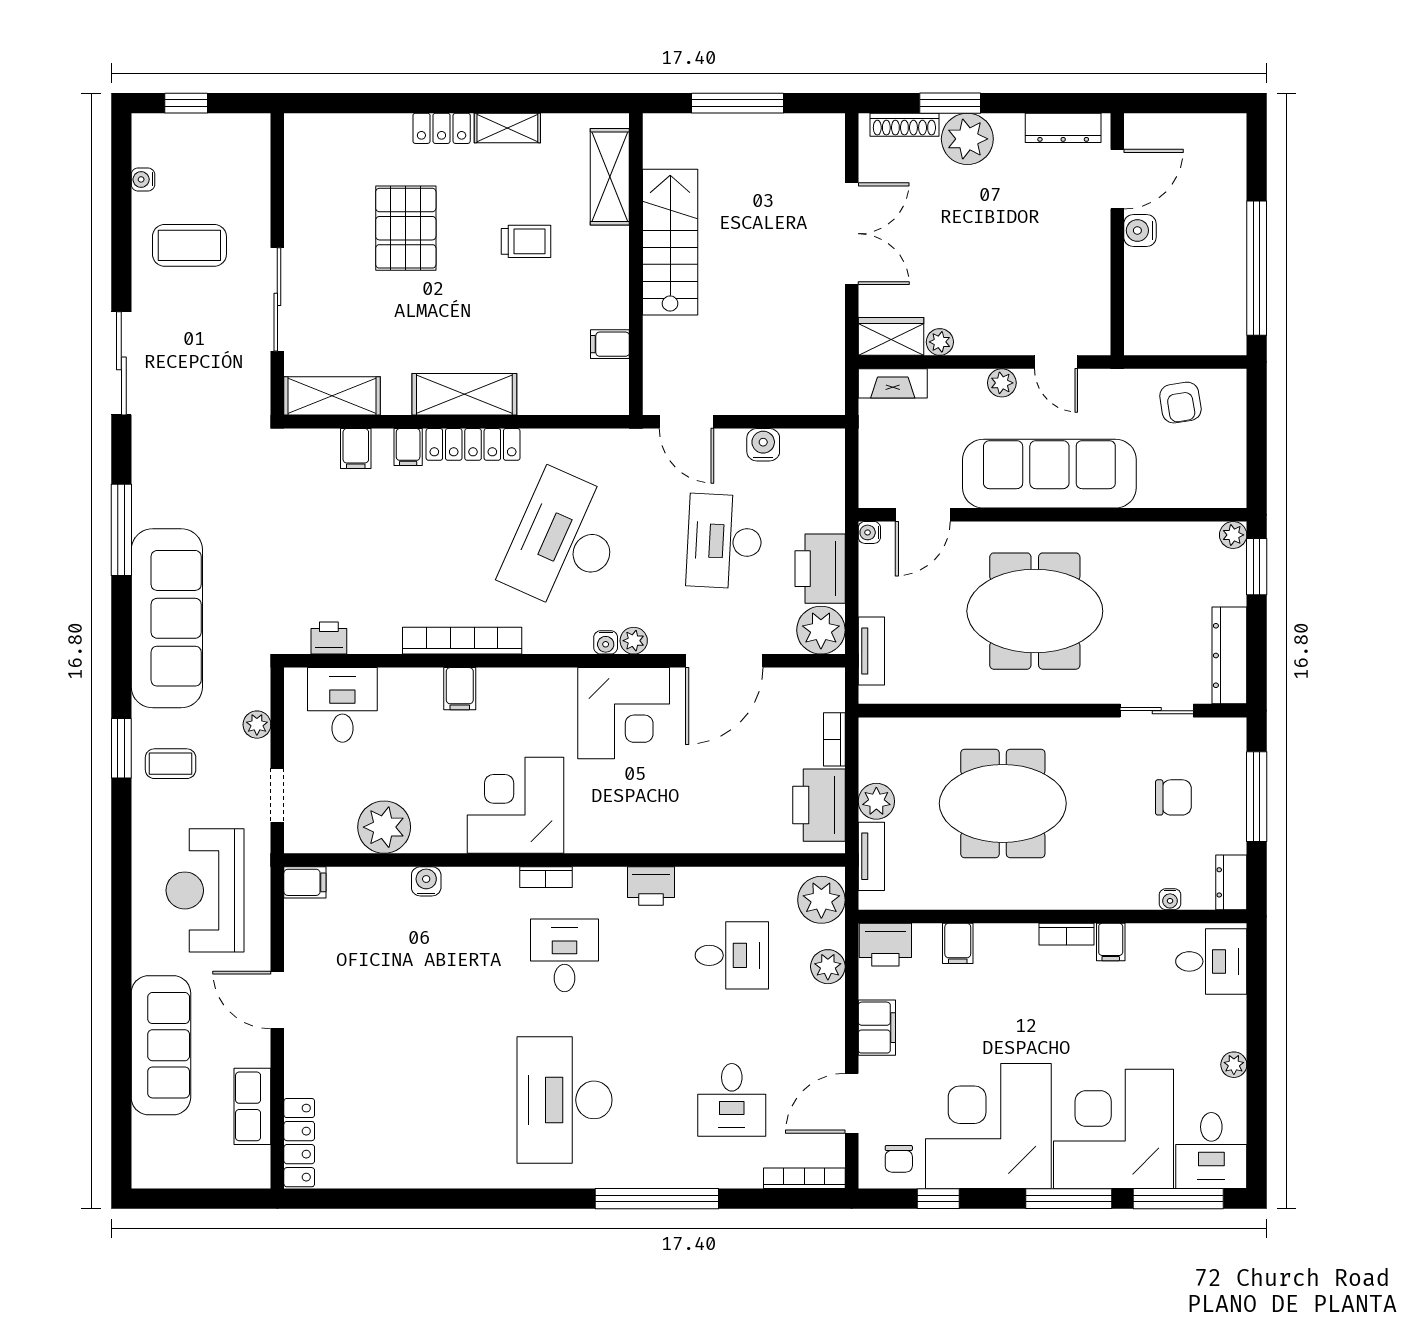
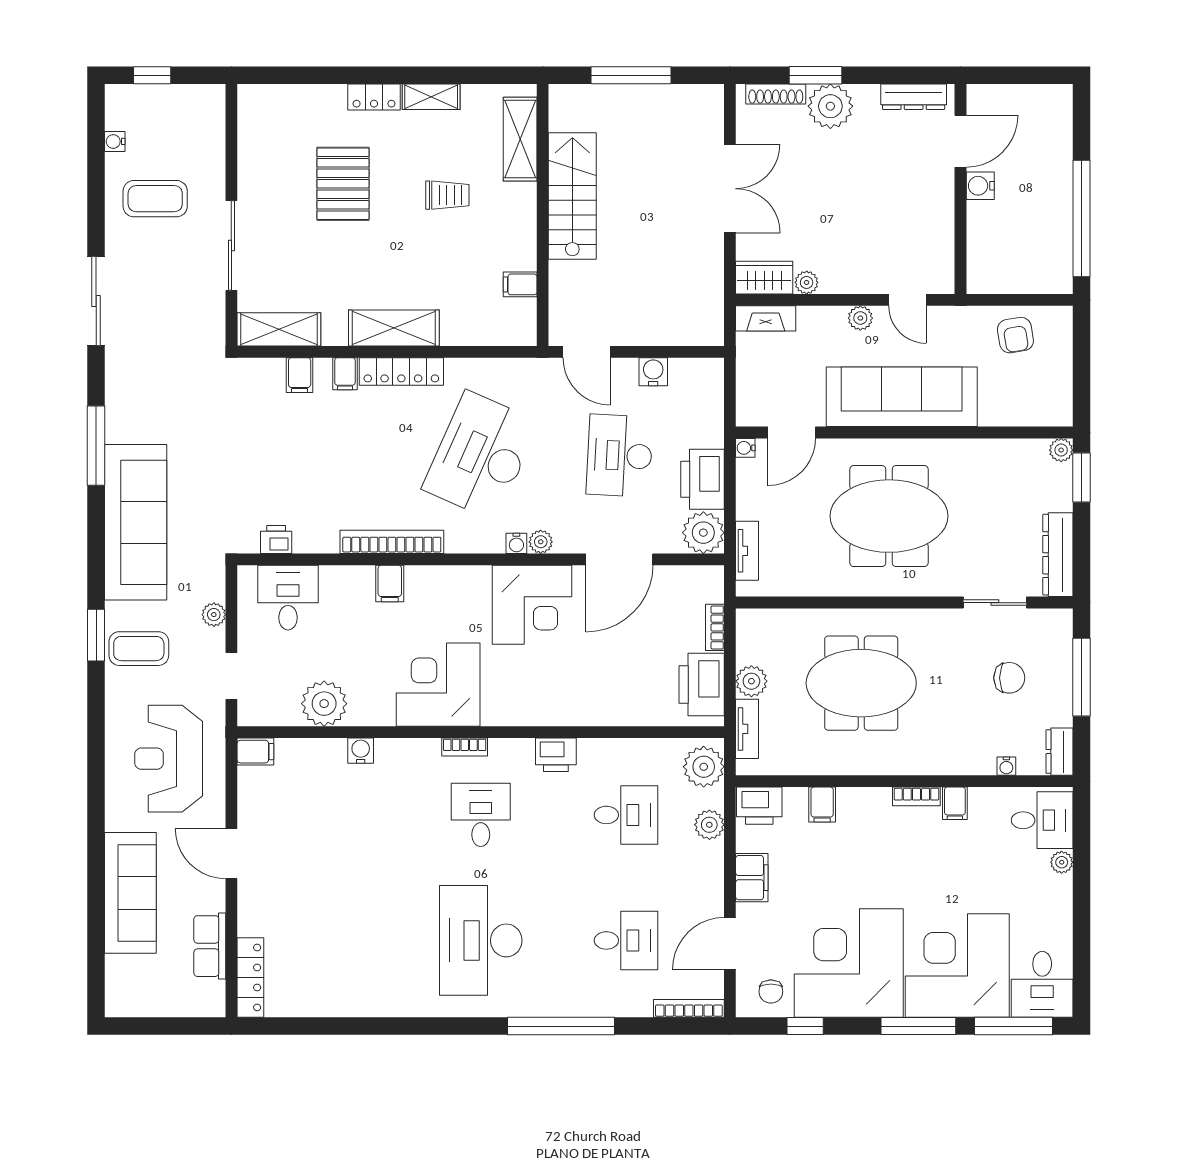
coffee table: (171, 764) -> (139, 649), width x1.36, depth x1.30
plant: (1234, 1065) -> (1062, 862), moved
desk: (732, 1100) -> (626, 940), turned -90

